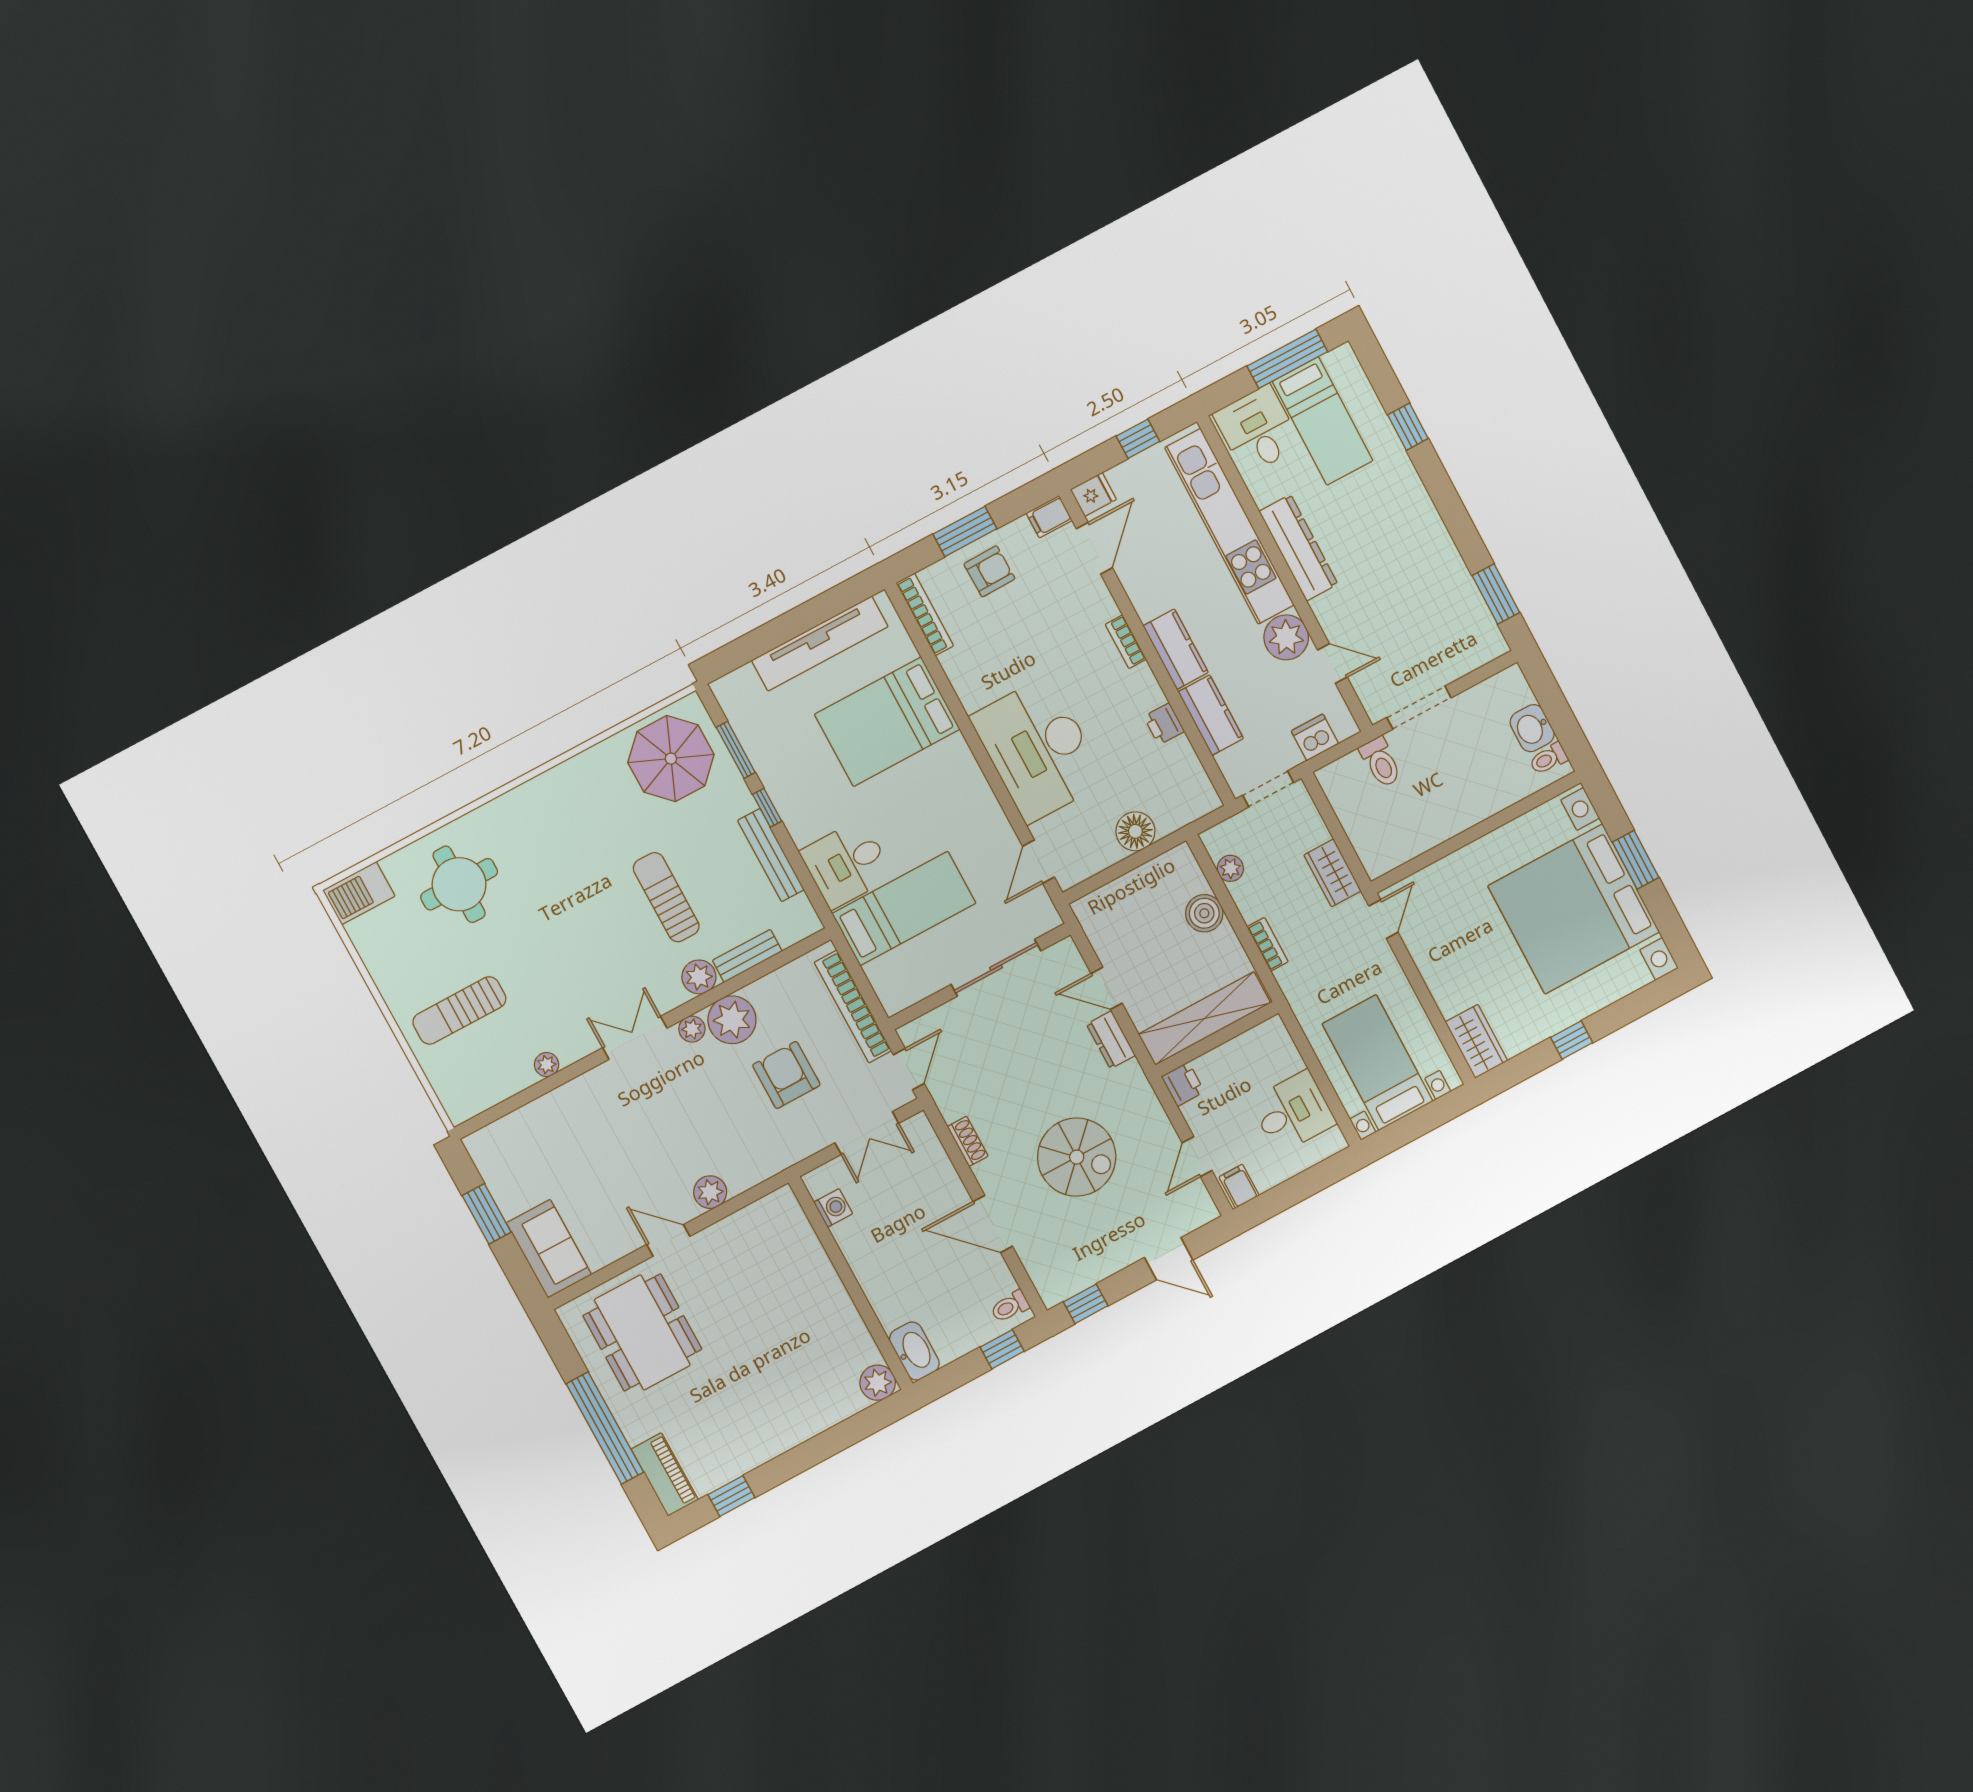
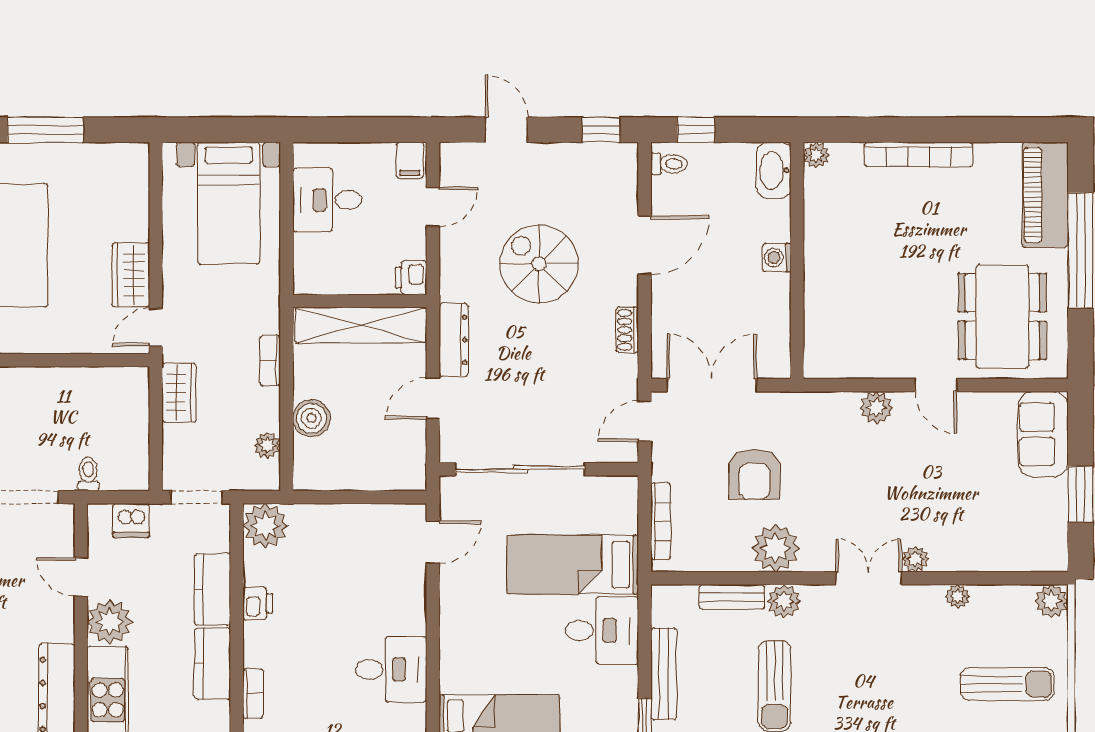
desk: (1038, 749) -> (391, 669), width x0.53, depth x0.77
toilet: (1381, 762) -> (88, 474), width x0.73, depth x0.72
plant: (1194, 796) -> (265, 526), added
floor lamp: (1135, 831) -> (333, 523), removed
sliding door: (996, 968) -> (520, 469), width x1.36
door: (1107, 988) -> (433, 398), swing flipped
bookcase: (853, 1007) -> (661, 521), width x0.68, depth x0.76
plant: (692, 1029) -> (915, 559), moved
double door: (635, 1038) -> (869, 578), swing flipped
dresser: (1111, 1040) -> (453, 340), width x1.44
window: (1572, 1040) -> (45, 130), width x2.17
wardrobe: (1476, 1041) -> (131, 275), moved
plant: (461, 1105) -> (1051, 601), added
double door: (867, 1133) -> (712, 385), width x1.37
washing machine: (833, 1208) -> (777, 258), moved
door: (993, 1224) -> (645, 245), hinge flipped
plant: (878, 1383) -> (816, 155), width x0.73, depth x0.73
bookcase: (794, 1434) -> (919, 155), added
piano: (665, 1474) -> (1045, 195), width x1.37, depth x1.33
window: (731, 1496) -> (1003, 130), removed

